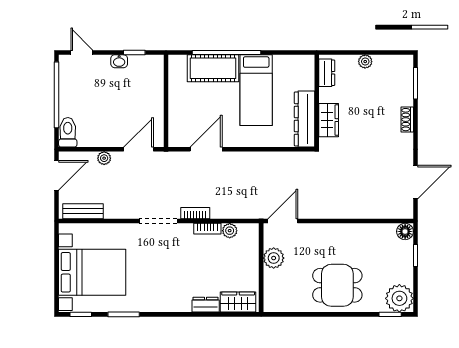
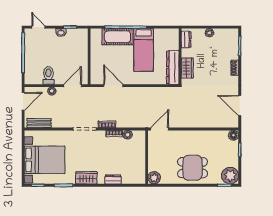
toilet: (68, 132) -> (48, 75), moved
door: (206, 149) -> (113, 86), hinge flipped
door: (415, 182) -> (240, 105), swing flipped
plant: (274, 258) -> (154, 178), moved
wardrobe: (238, 302) -> (86, 178), moved

